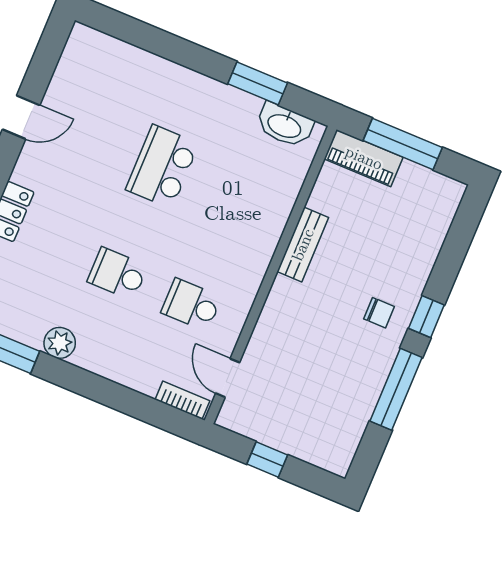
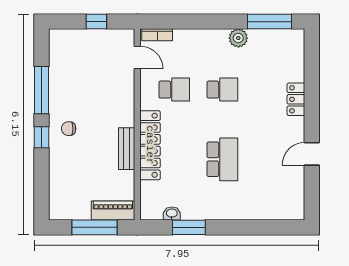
washbasin: (285, 125) -> (172, 213), width x0.52, depth x0.69
locker: (264, 235) -> (150, 145), added

